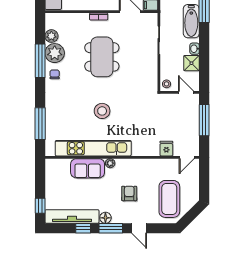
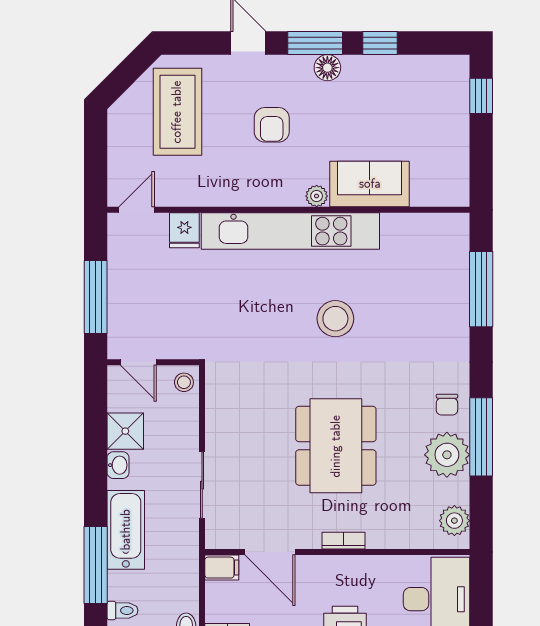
plant: (51, 36) -> (454, 521), moved
kitchen unit: (93, 148) -> (290, 231), moved
tv unit: (72, 216) -> (406, 71), removed

